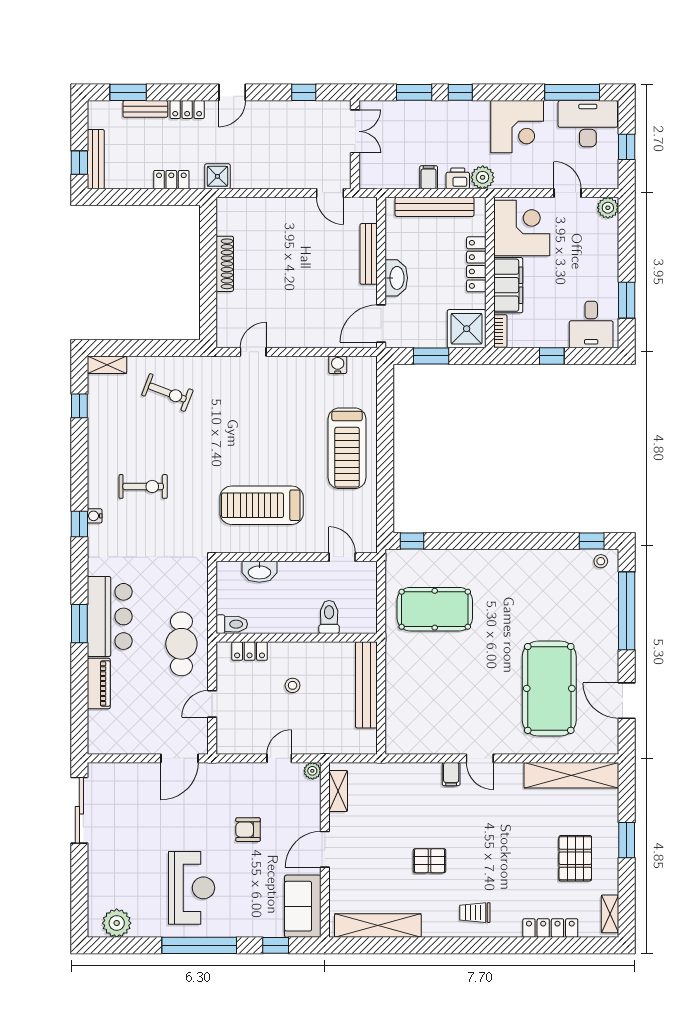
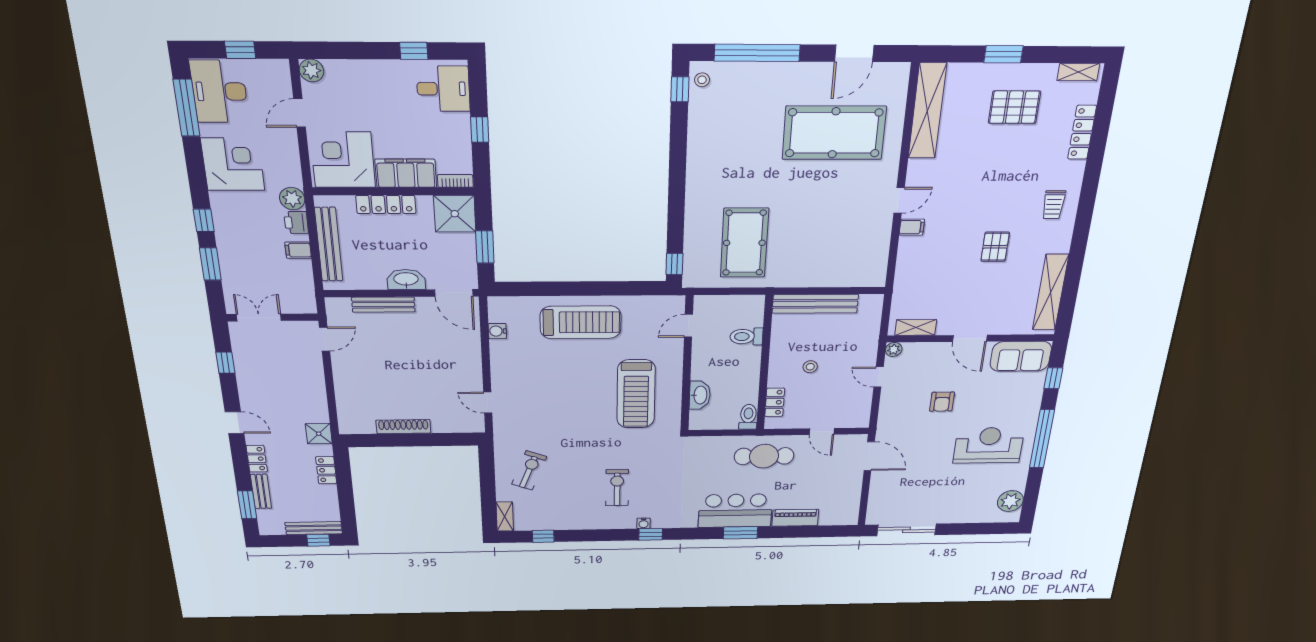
window: (627, 300) -> (414, 51), width x0.67

